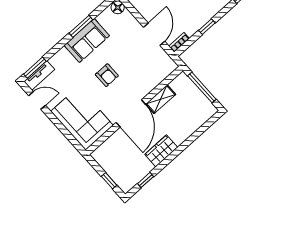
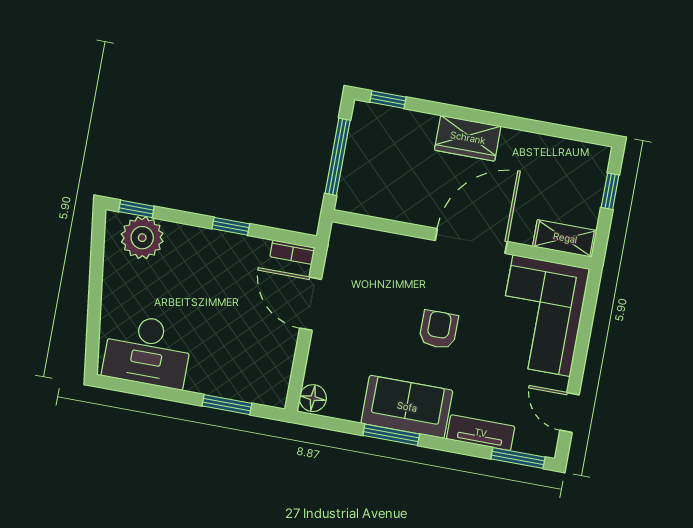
door: (154, 34) -> (311, 304), hinge flipped
tv unit: (39, 75) -> (481, 433), moved
shelving: (161, 99) -> (565, 238), moved
wardrobe: (161, 151) -> (468, 138), moved
window: (146, 180) -> (388, 100), moved

